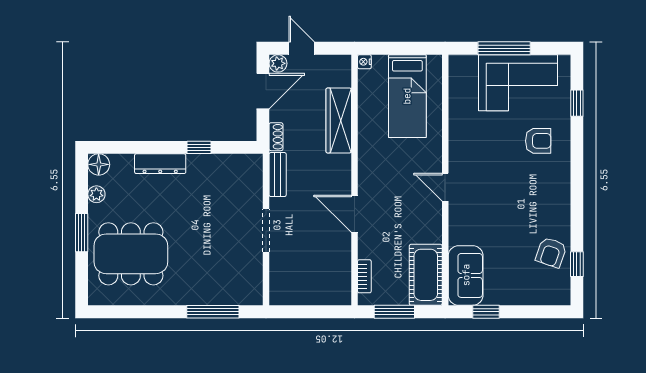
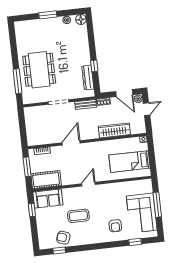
dresser: (160, 164) -> (88, 78), moved
coffee table: (509, 216) -> (78, 216), added
dining table: (131, 254) -> (39, 70), moved

